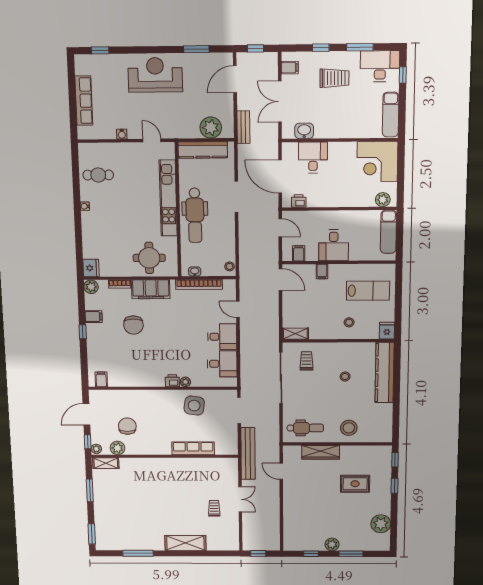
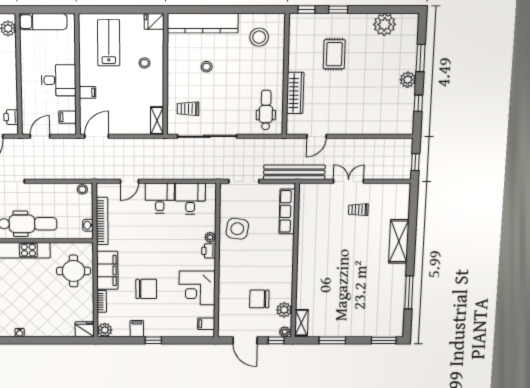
corner desk: (136, 371) -> (197, 288), added
stool: (349, 428) -> (259, 37), moved
row of seats: (193, 448) -> (287, 211), moved

